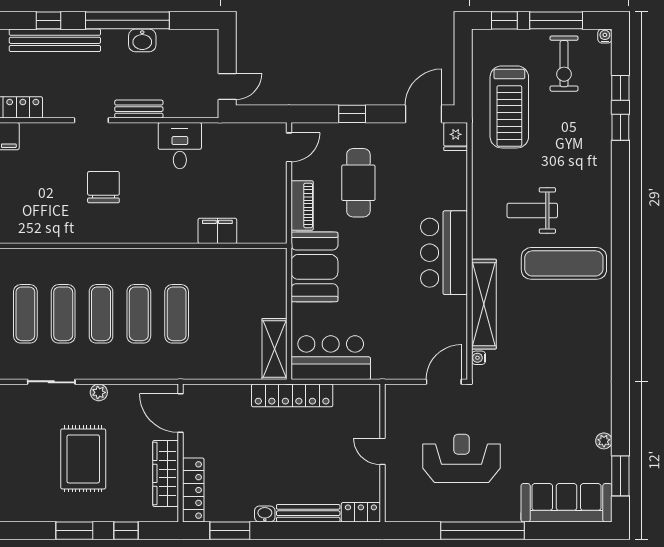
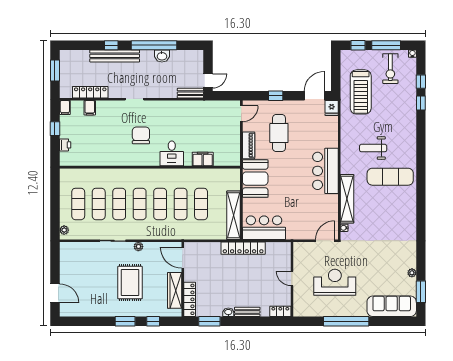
bench: (139, 109) -> (190, 93), moved
desk: (180, 146) -> (172, 153), moved, turned 180
exercise mat: (214, 314) -> (201, 204), added
shelving: (274, 349) -> (234, 215), width x1.47
bench: (308, 513) -> (247, 312), width x0.73

